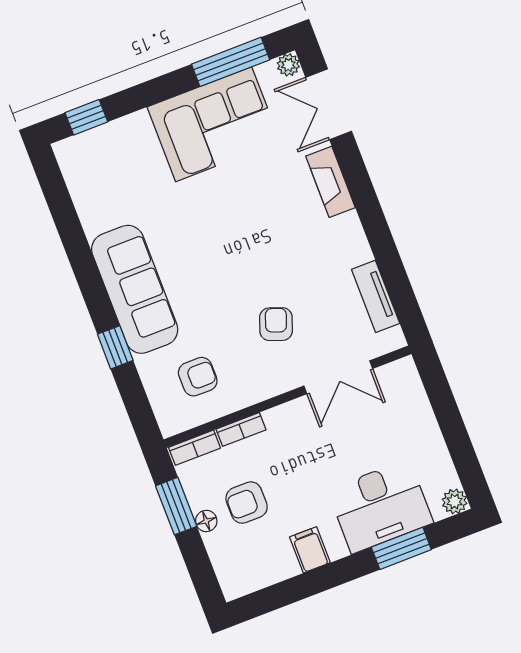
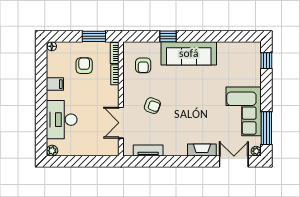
floor lamp: (206, 521) -> (52, 46), moved
window: (401, 548) -> (41, 122), removed

